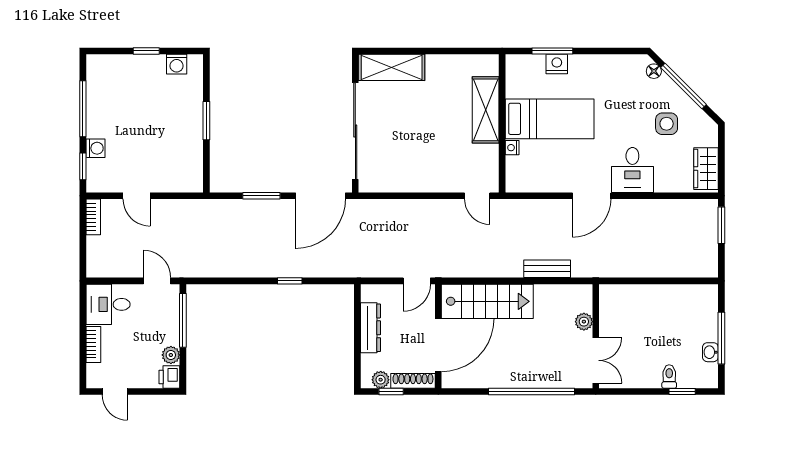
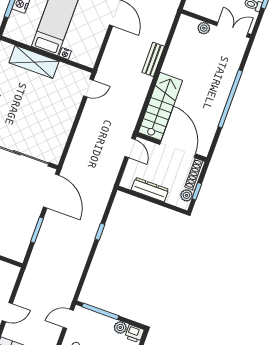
plant: (584, 322) -> (204, 28), moved
wall: (596, 336) -> (216, 24), moved
double door: (596, 360) -> (232, 30), moved

